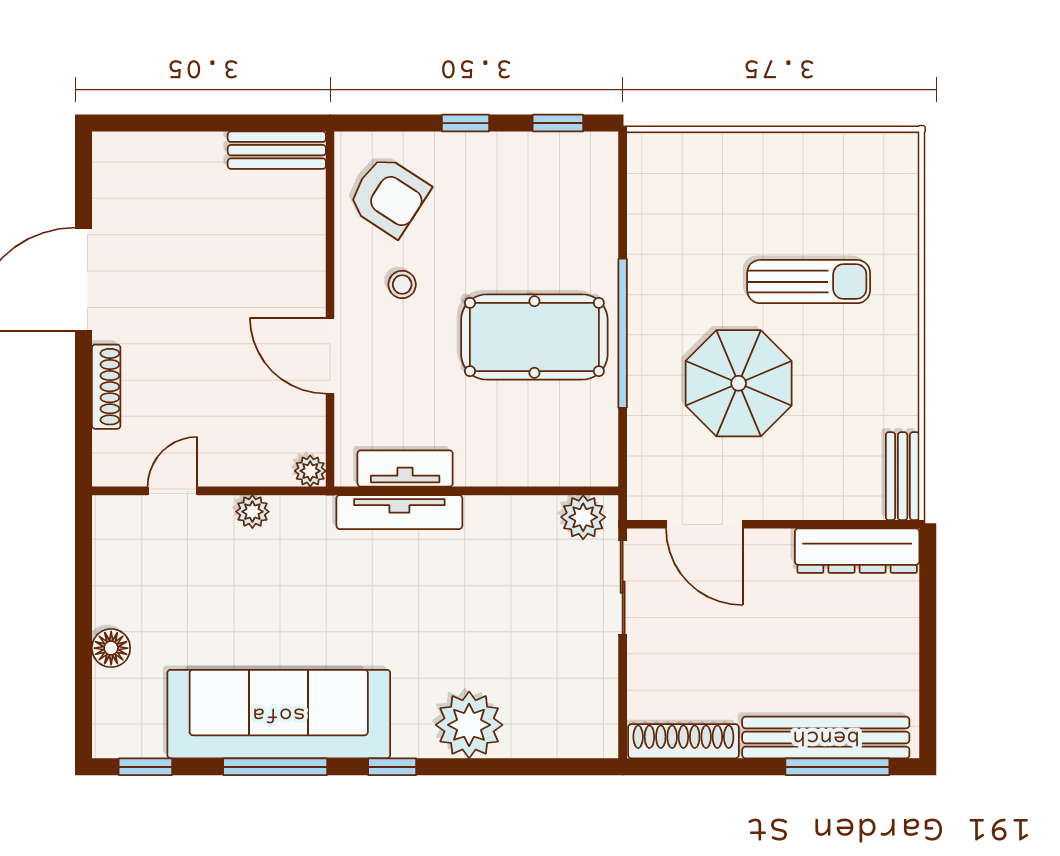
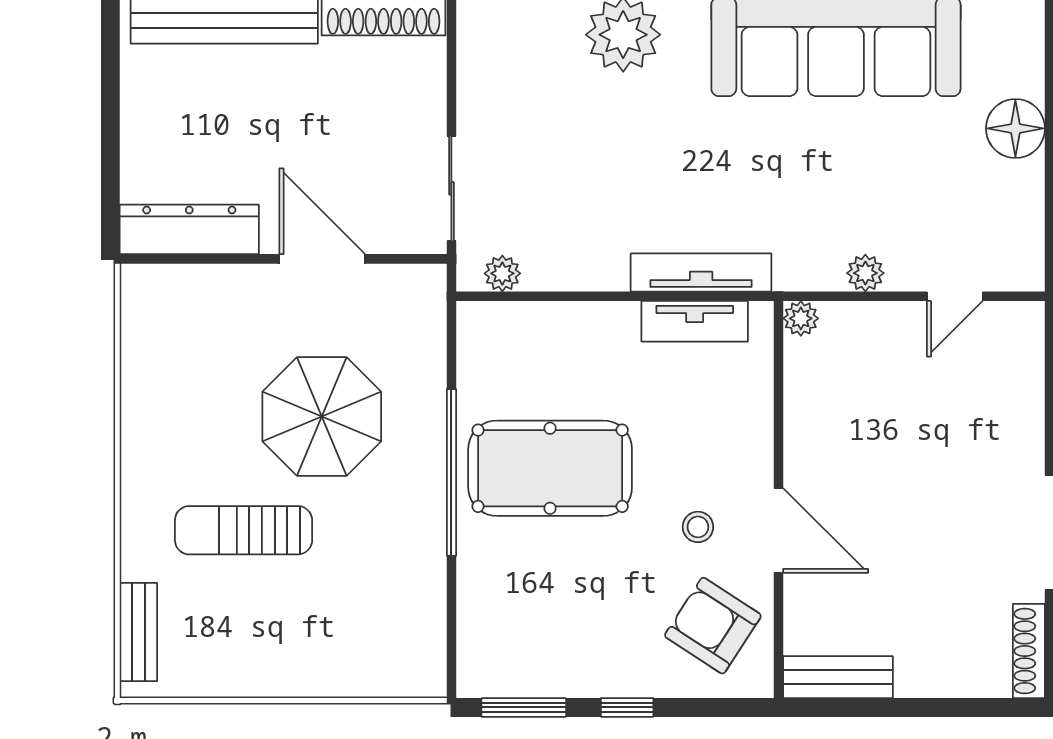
window: (558, 123) -> (524, 707), width x1.50
door: (330, 356) -> (779, 531), moved
shoe rack: (106, 387) -> (1029, 651), moved
bench: (903, 476) -> (138, 632), moved
plant: (583, 517) -> (502, 273), width x0.73, depth x0.73
door: (704, 524) -> (322, 259), moved
floor lamp: (111, 648) -> (1015, 128), width x1.38, depth x1.38

